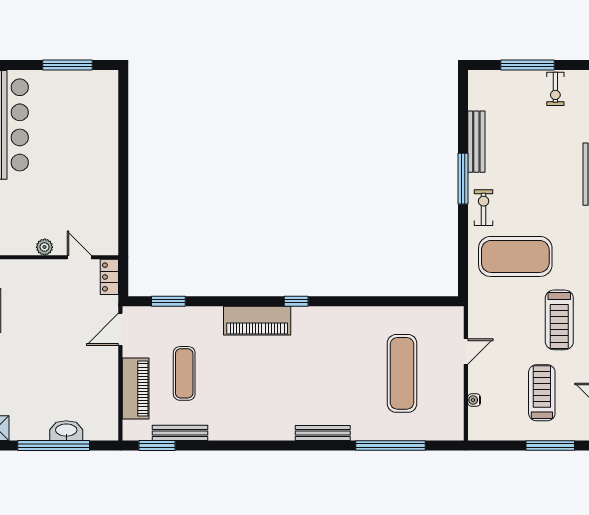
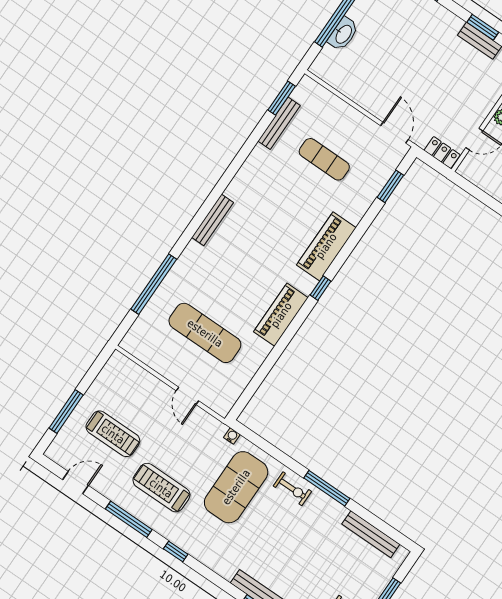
bench: (476, 142) -> (371, 534), moved
piano: (136, 389) -> (281, 315), moved, turned 90
water cooler: (474, 400) -> (232, 436), moved
bench: (323, 433) -> (213, 220), moved

